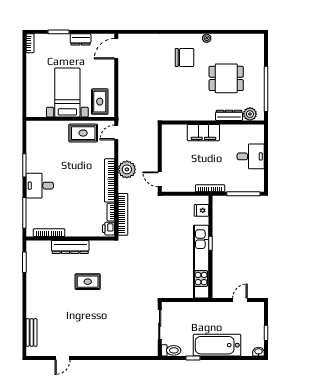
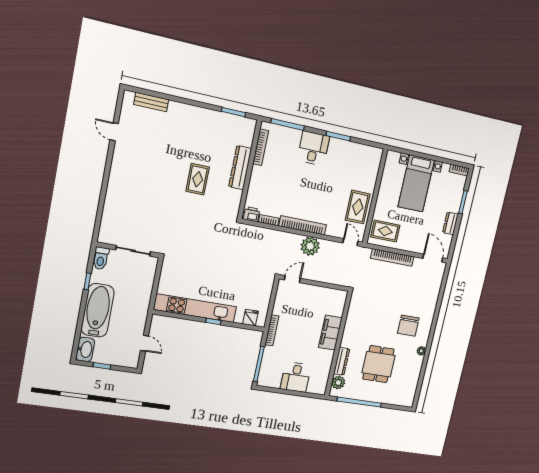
bed with nightstands: (67, 92) -> (416, 183), moved, turned 90
bookcase: (123, 214) -> (392, 257), moved
washbasin: (259, 352) -> (85, 349), width x1.91, depth x1.45

